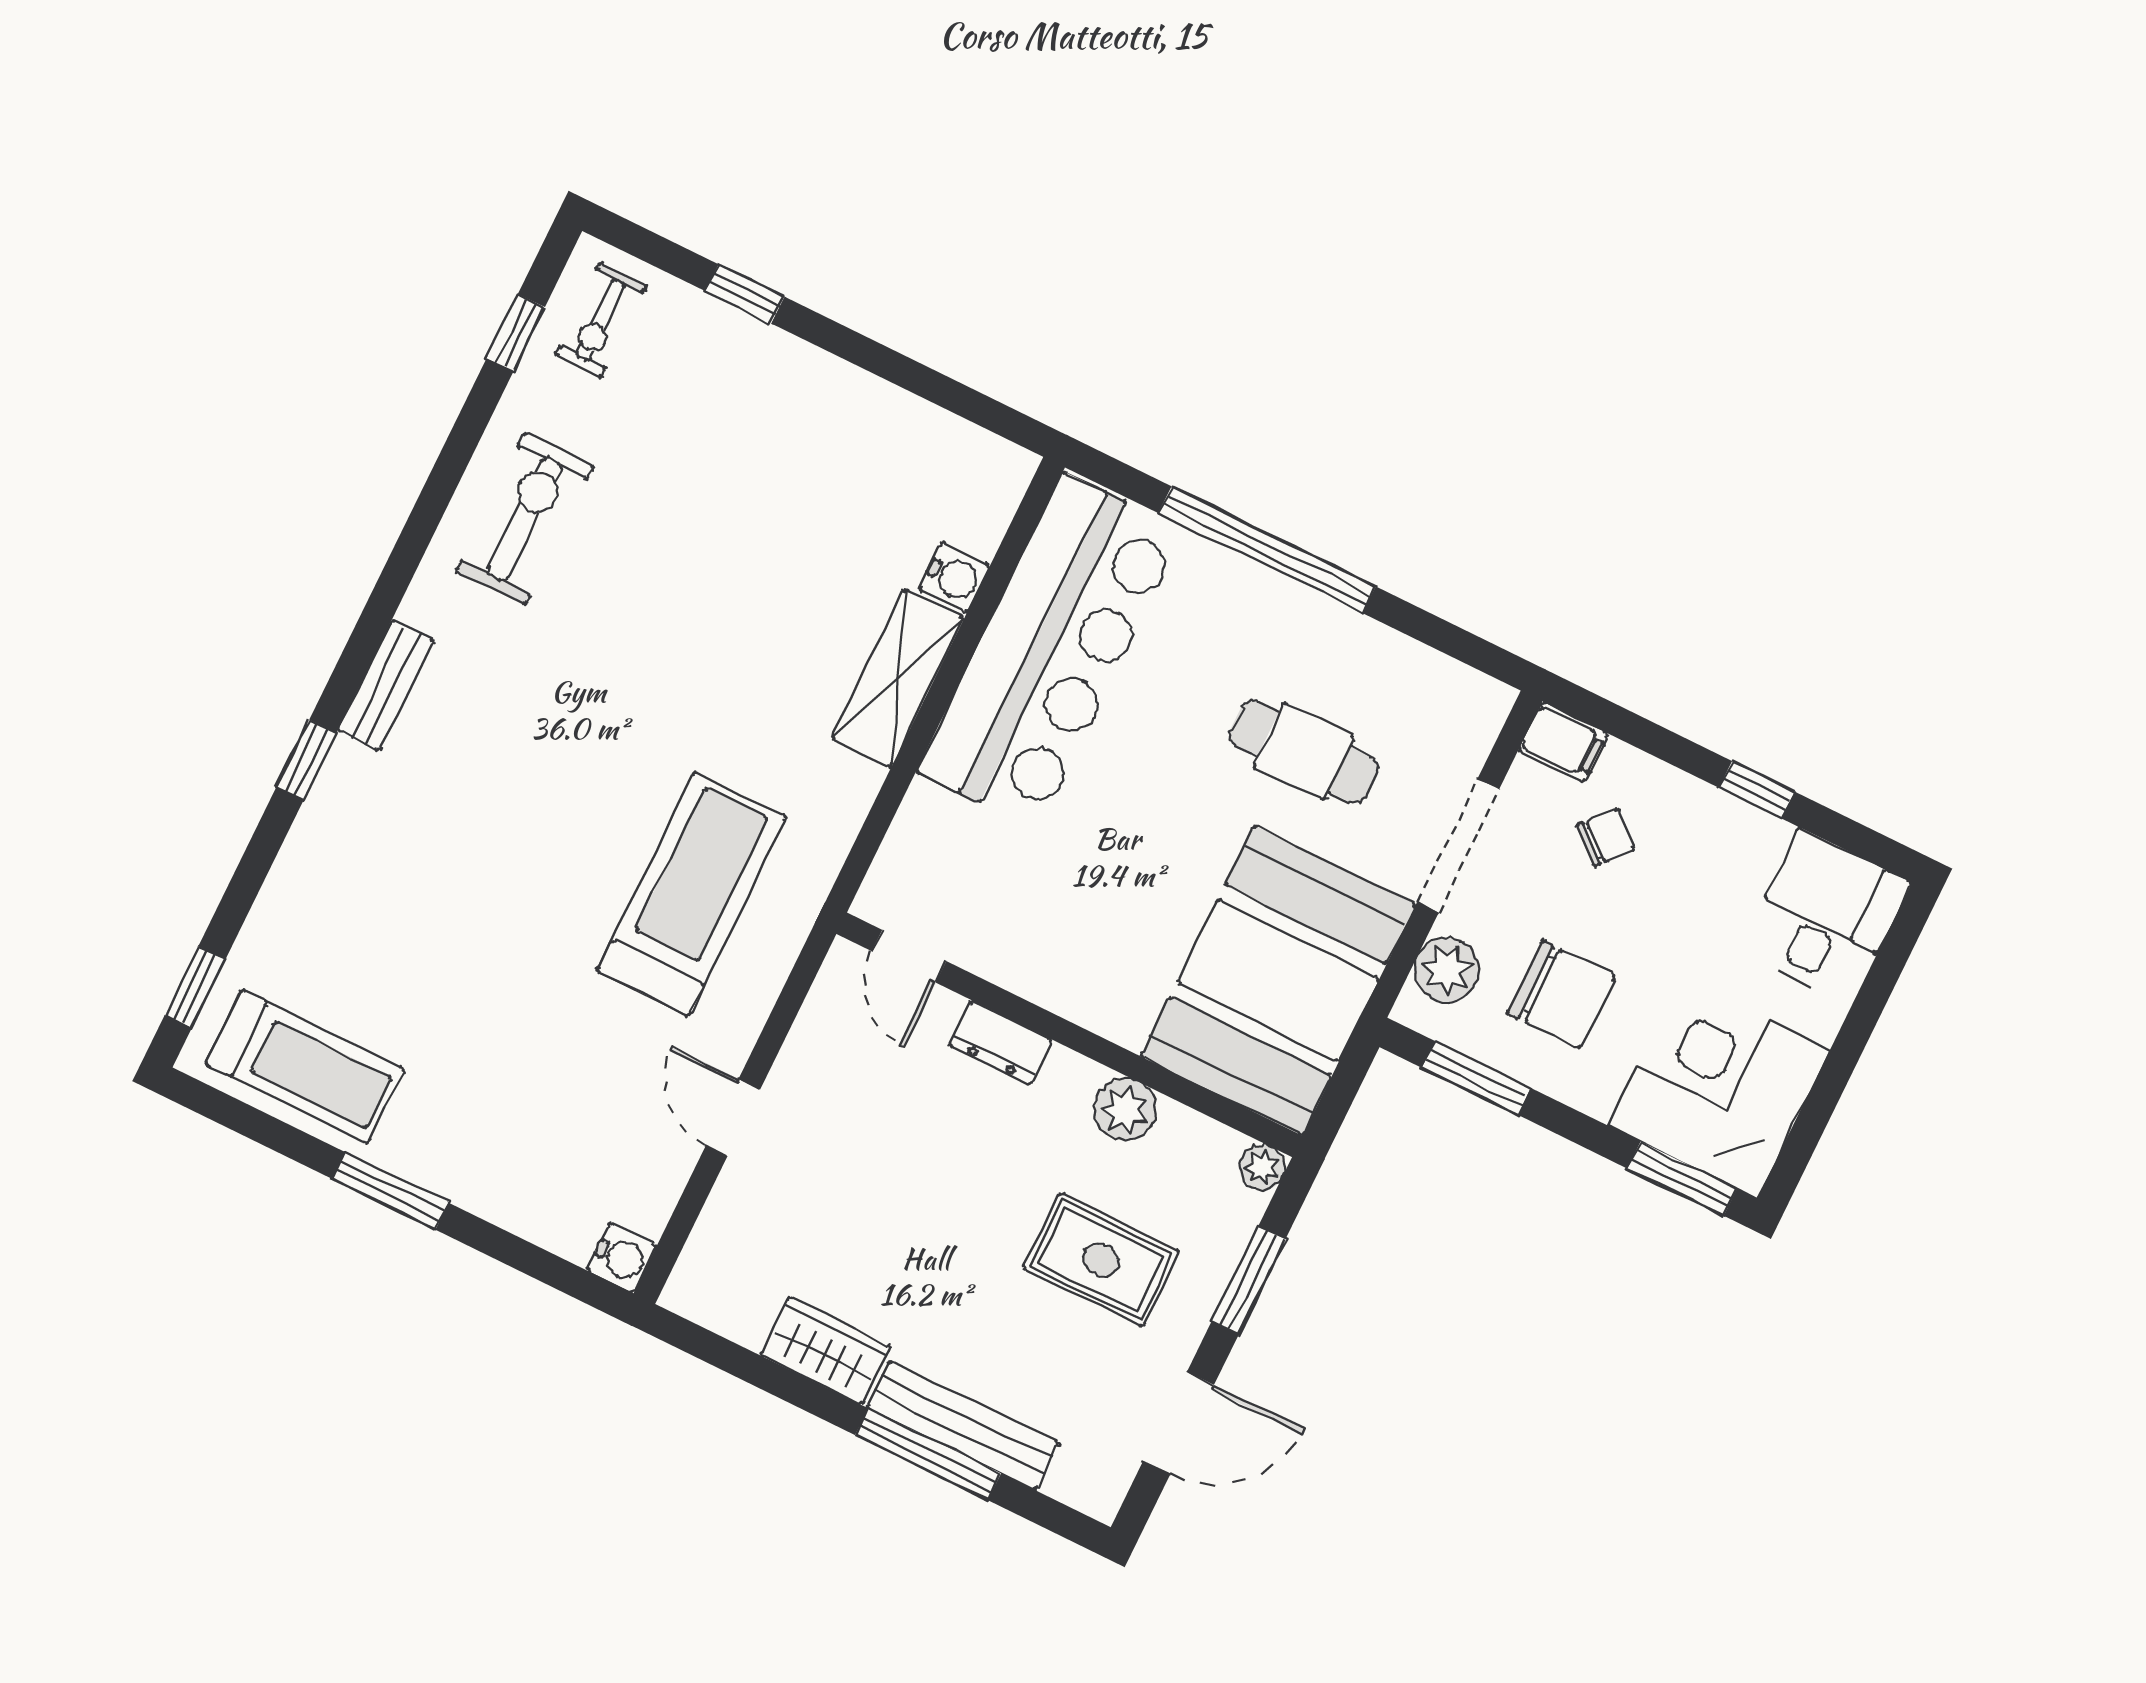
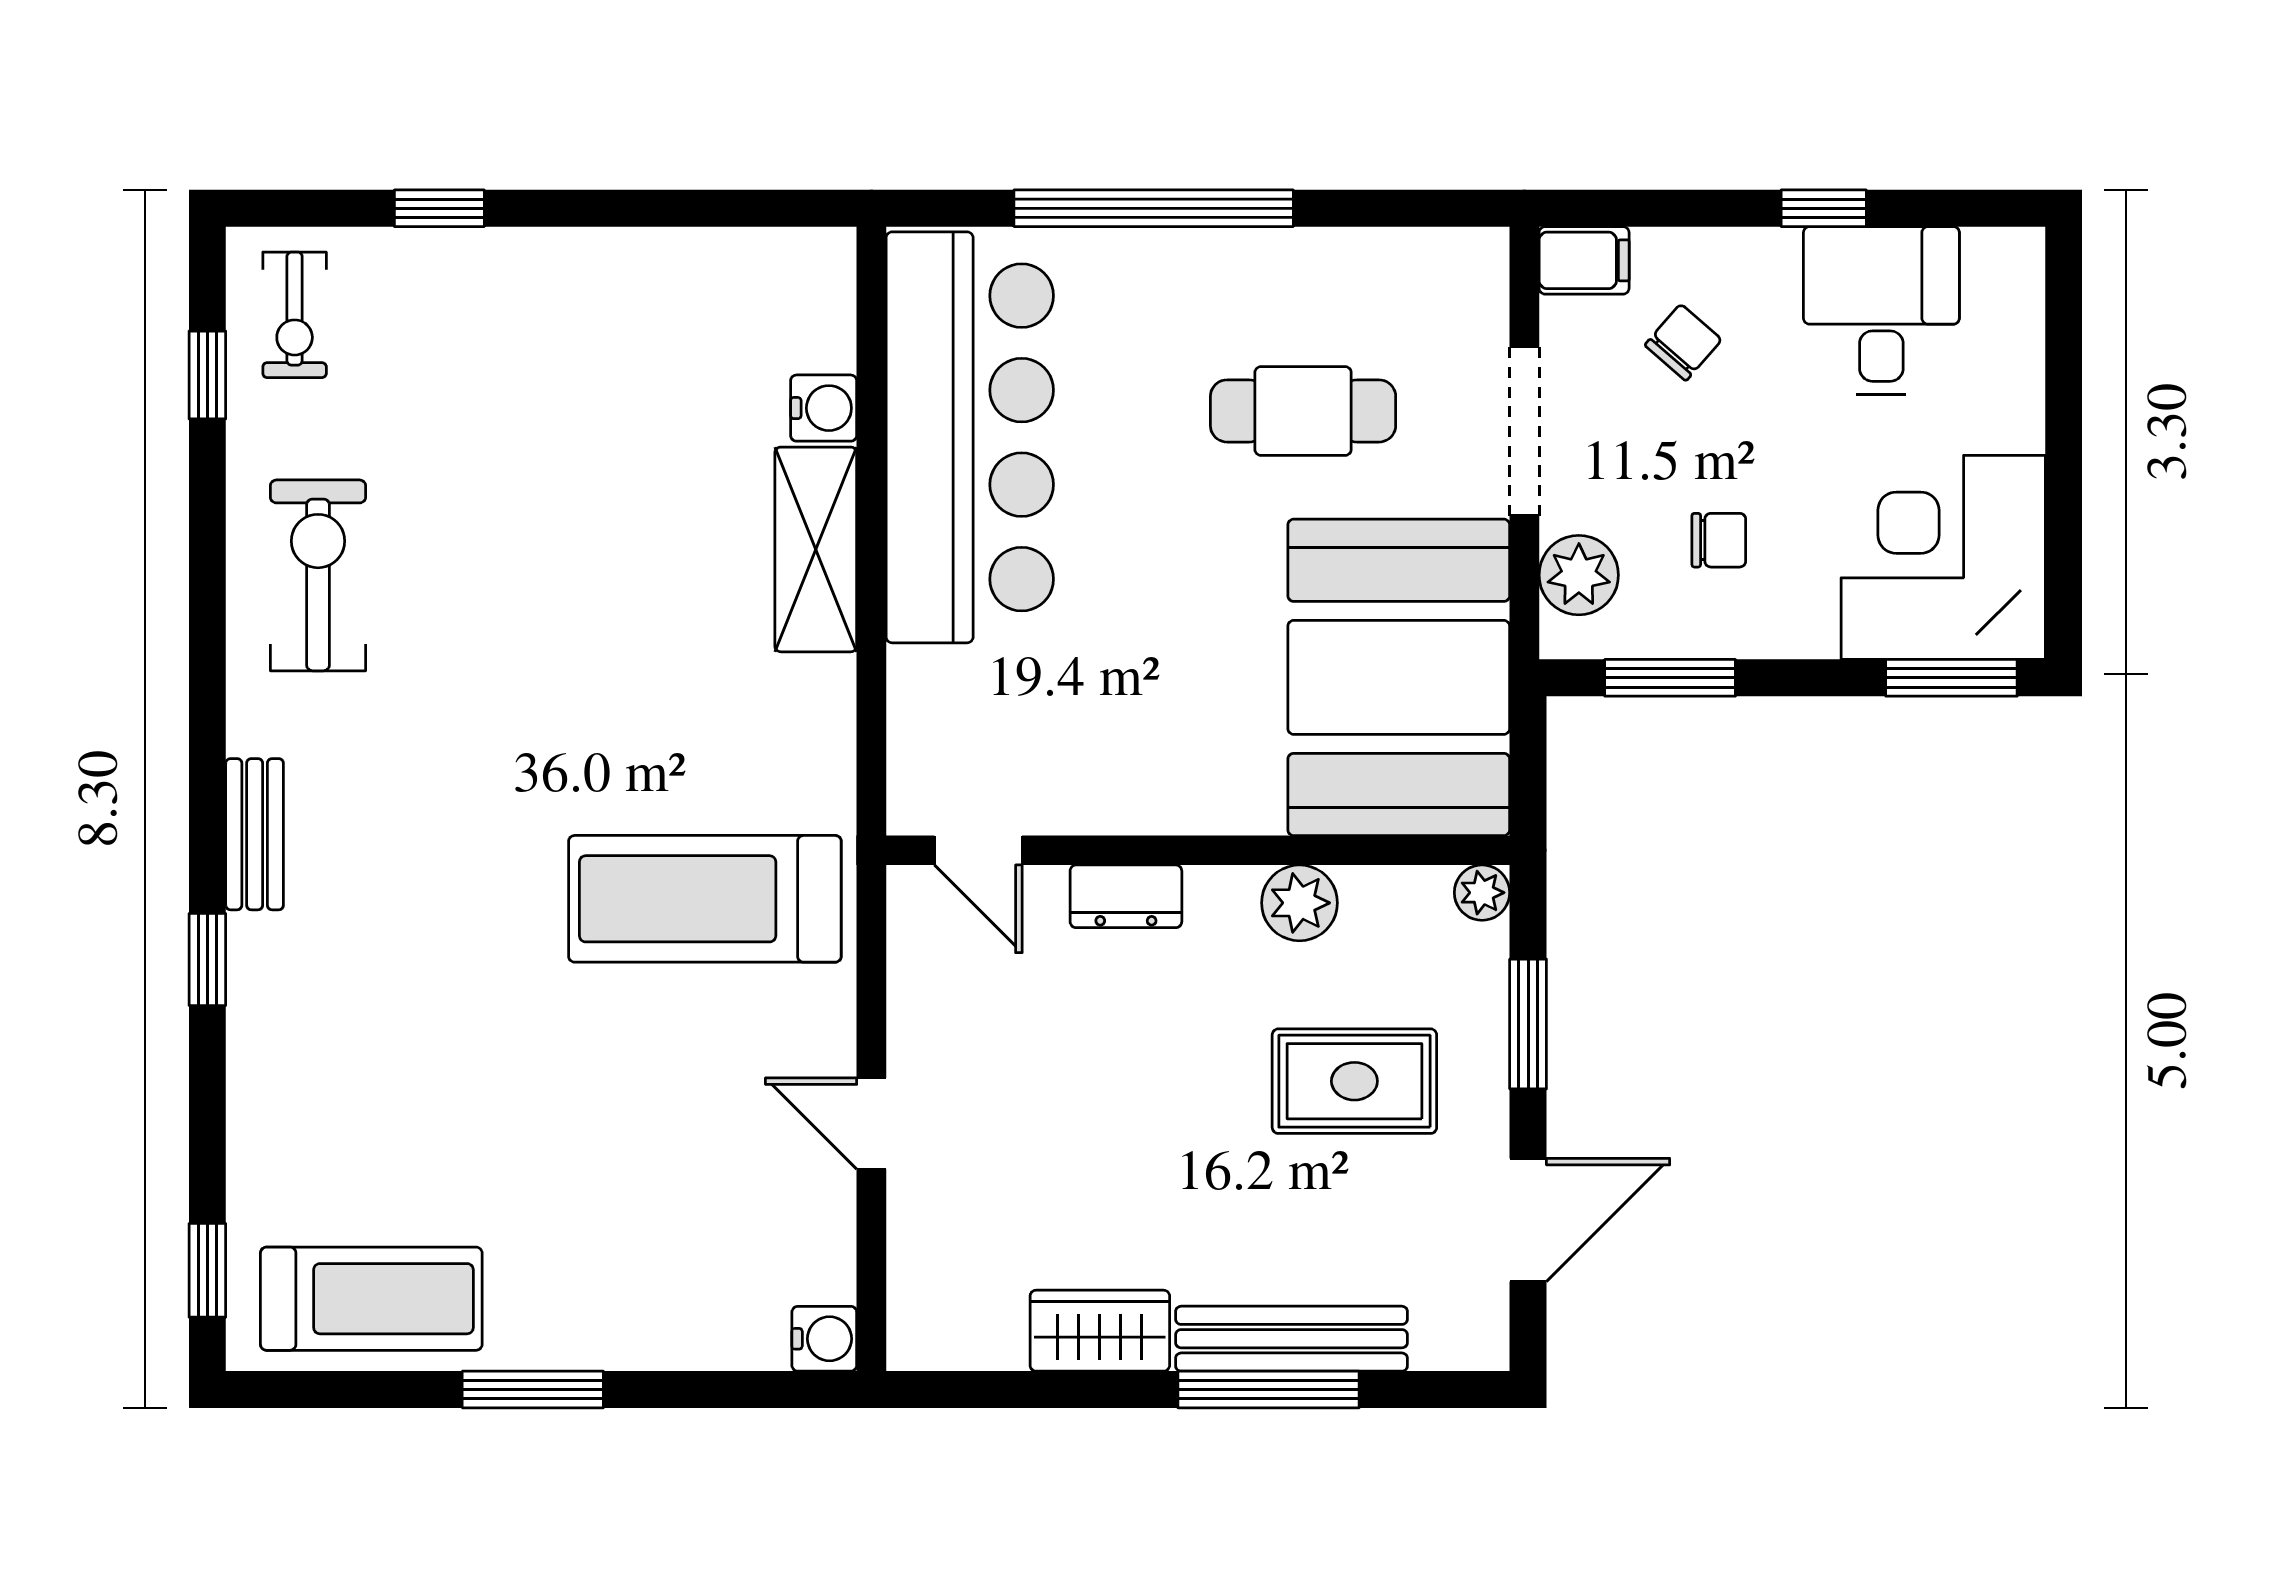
treadmill: (692, 894) -> (705, 899), turned -90
desk: (1825, 916) -> (1881, 311), moved
chair: (1561, 995) -> (1719, 540), width x0.54, depth x0.54

